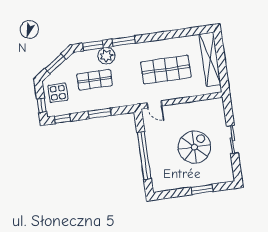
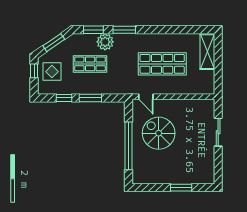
shelving: (210, 59) -> (207, 52), width x0.68
window: (42, 105) -> (34, 71), moved
window: (62, 119) -> (64, 98), moved
sliding door: (232, 139) -> (218, 132), moved
spiral stairs: (194, 147) -> (159, 133), moved, turned -90

